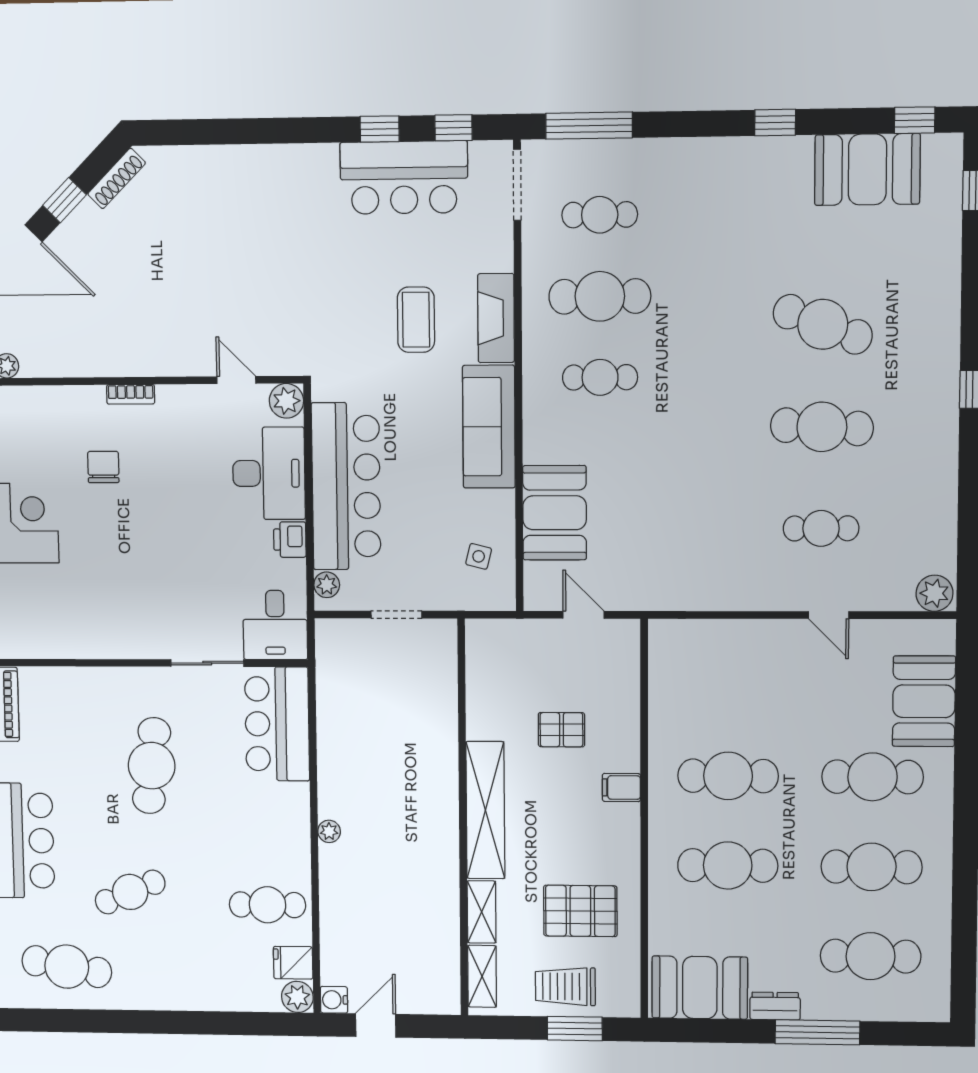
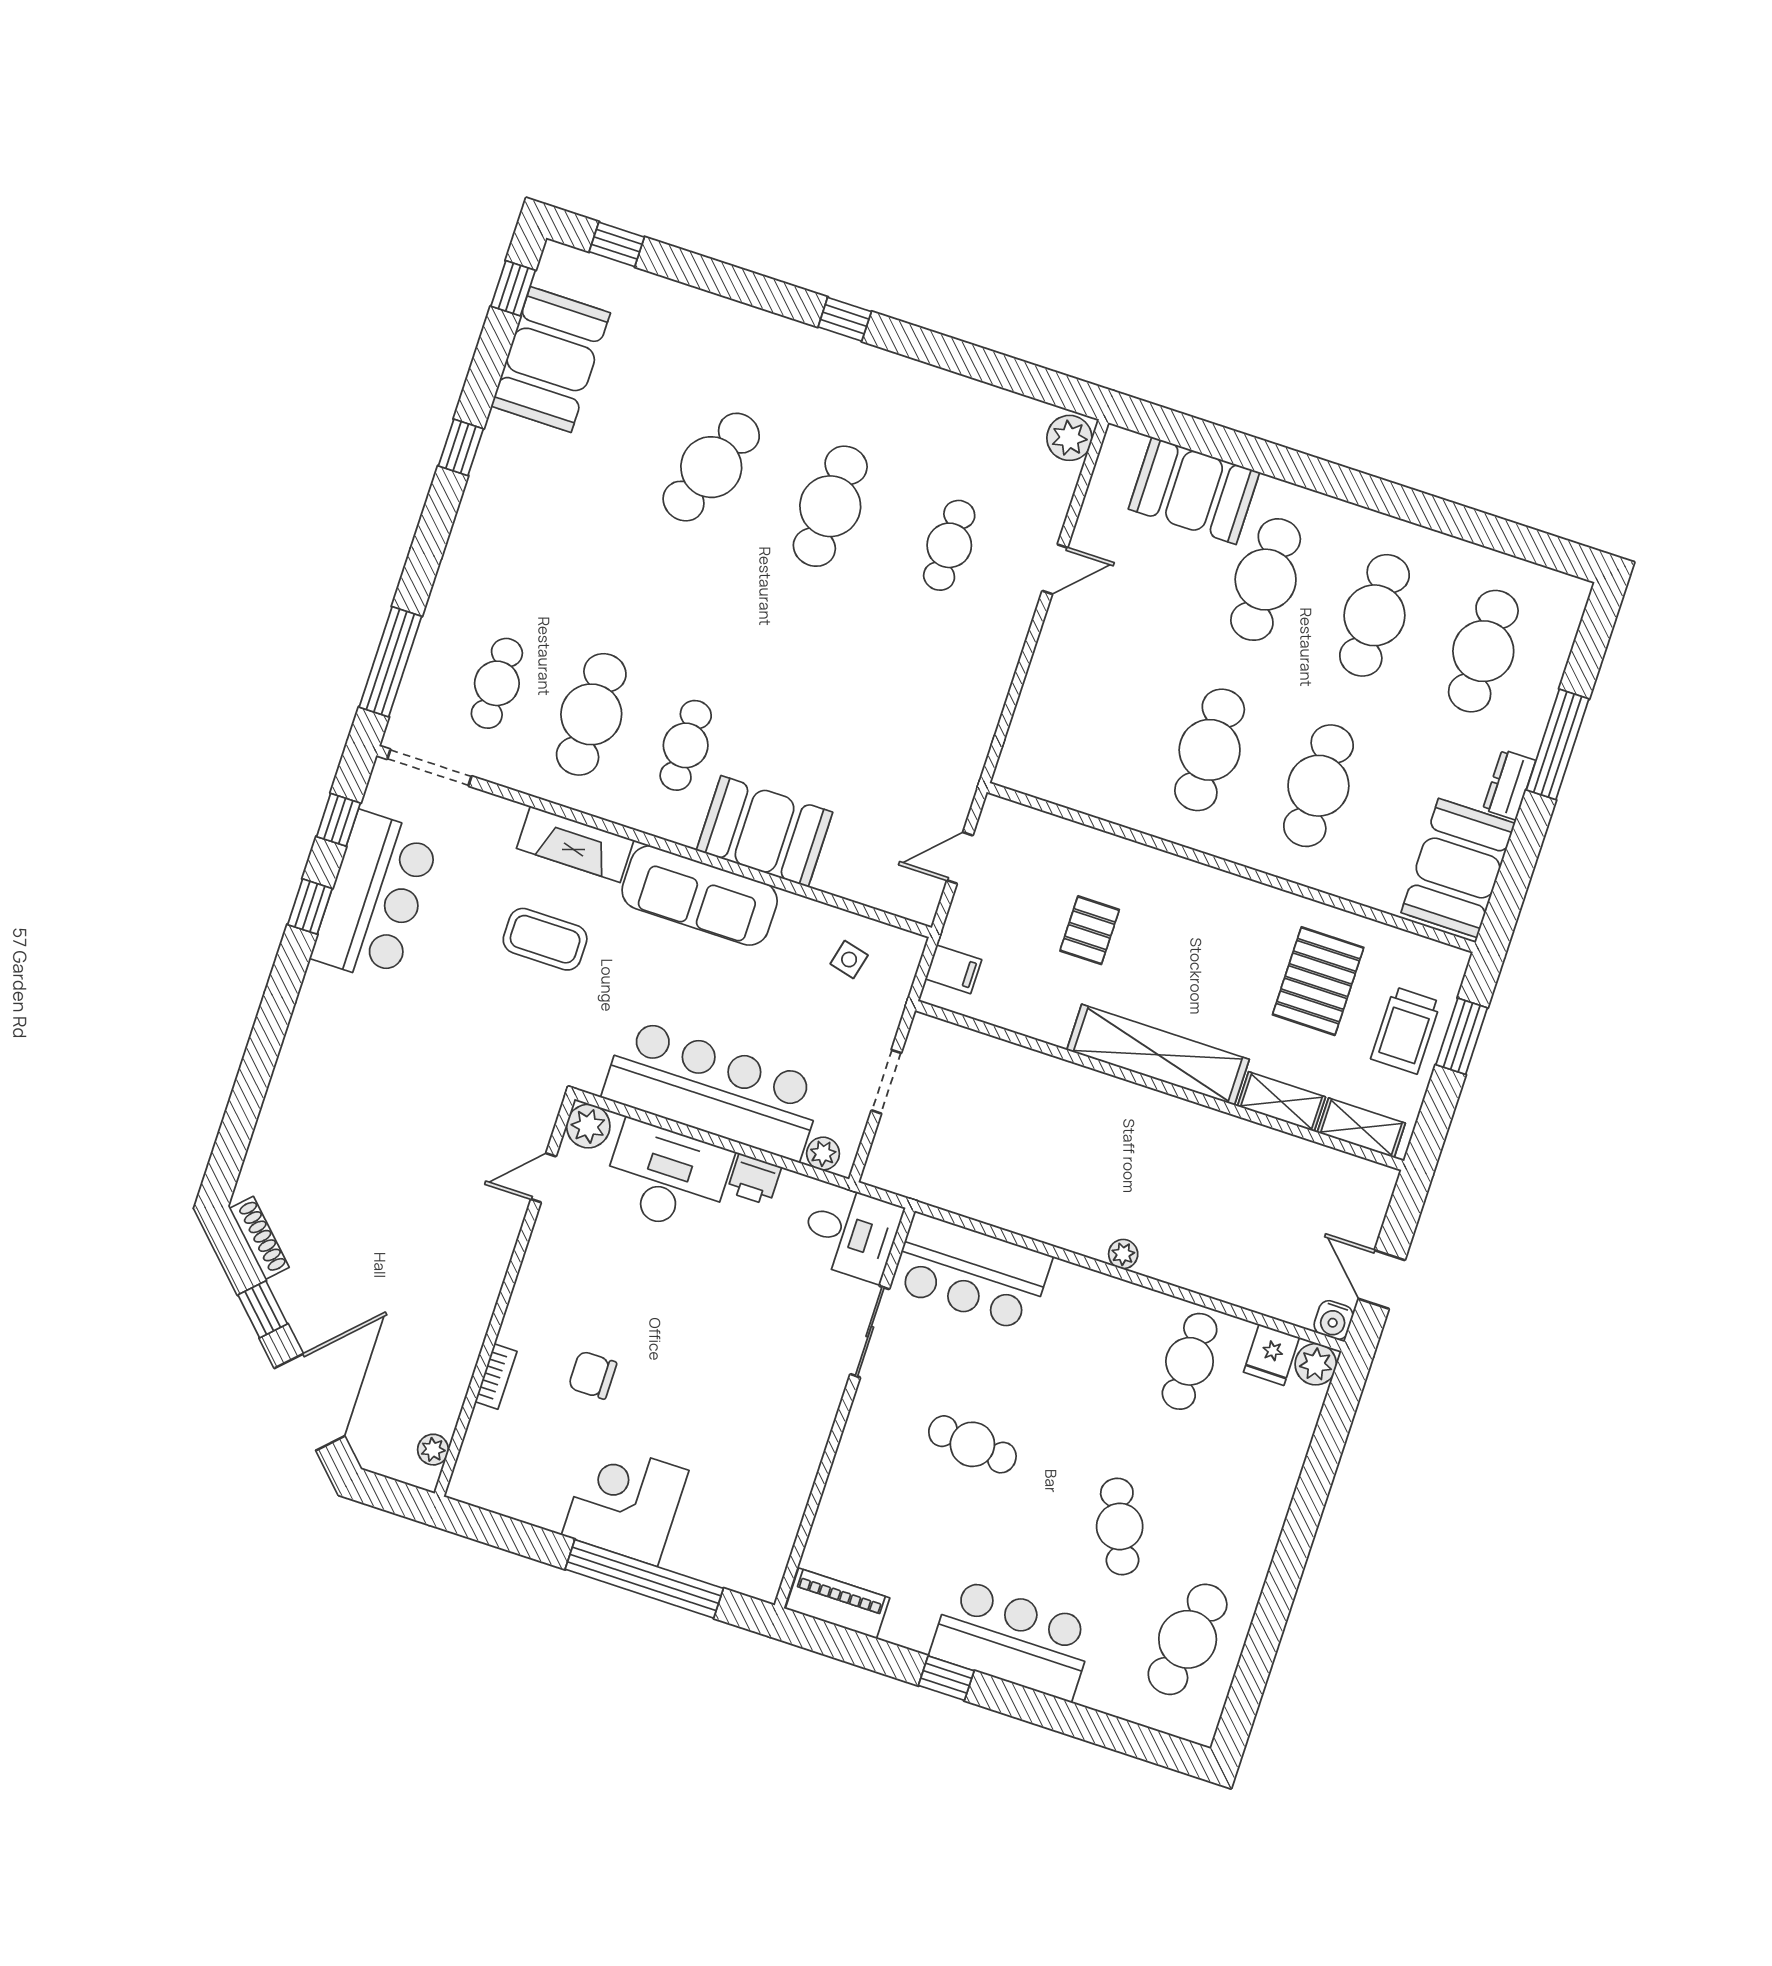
bookcase: (131, 394) -> (496, 1377), moved
booth: (555, 513) -> (765, 831), moved
cafe table: (152, 766) -> (972, 1444), width x0.73, depth x0.74
filing cabinet: (621, 787) -> (953, 969), moved, turned -90

